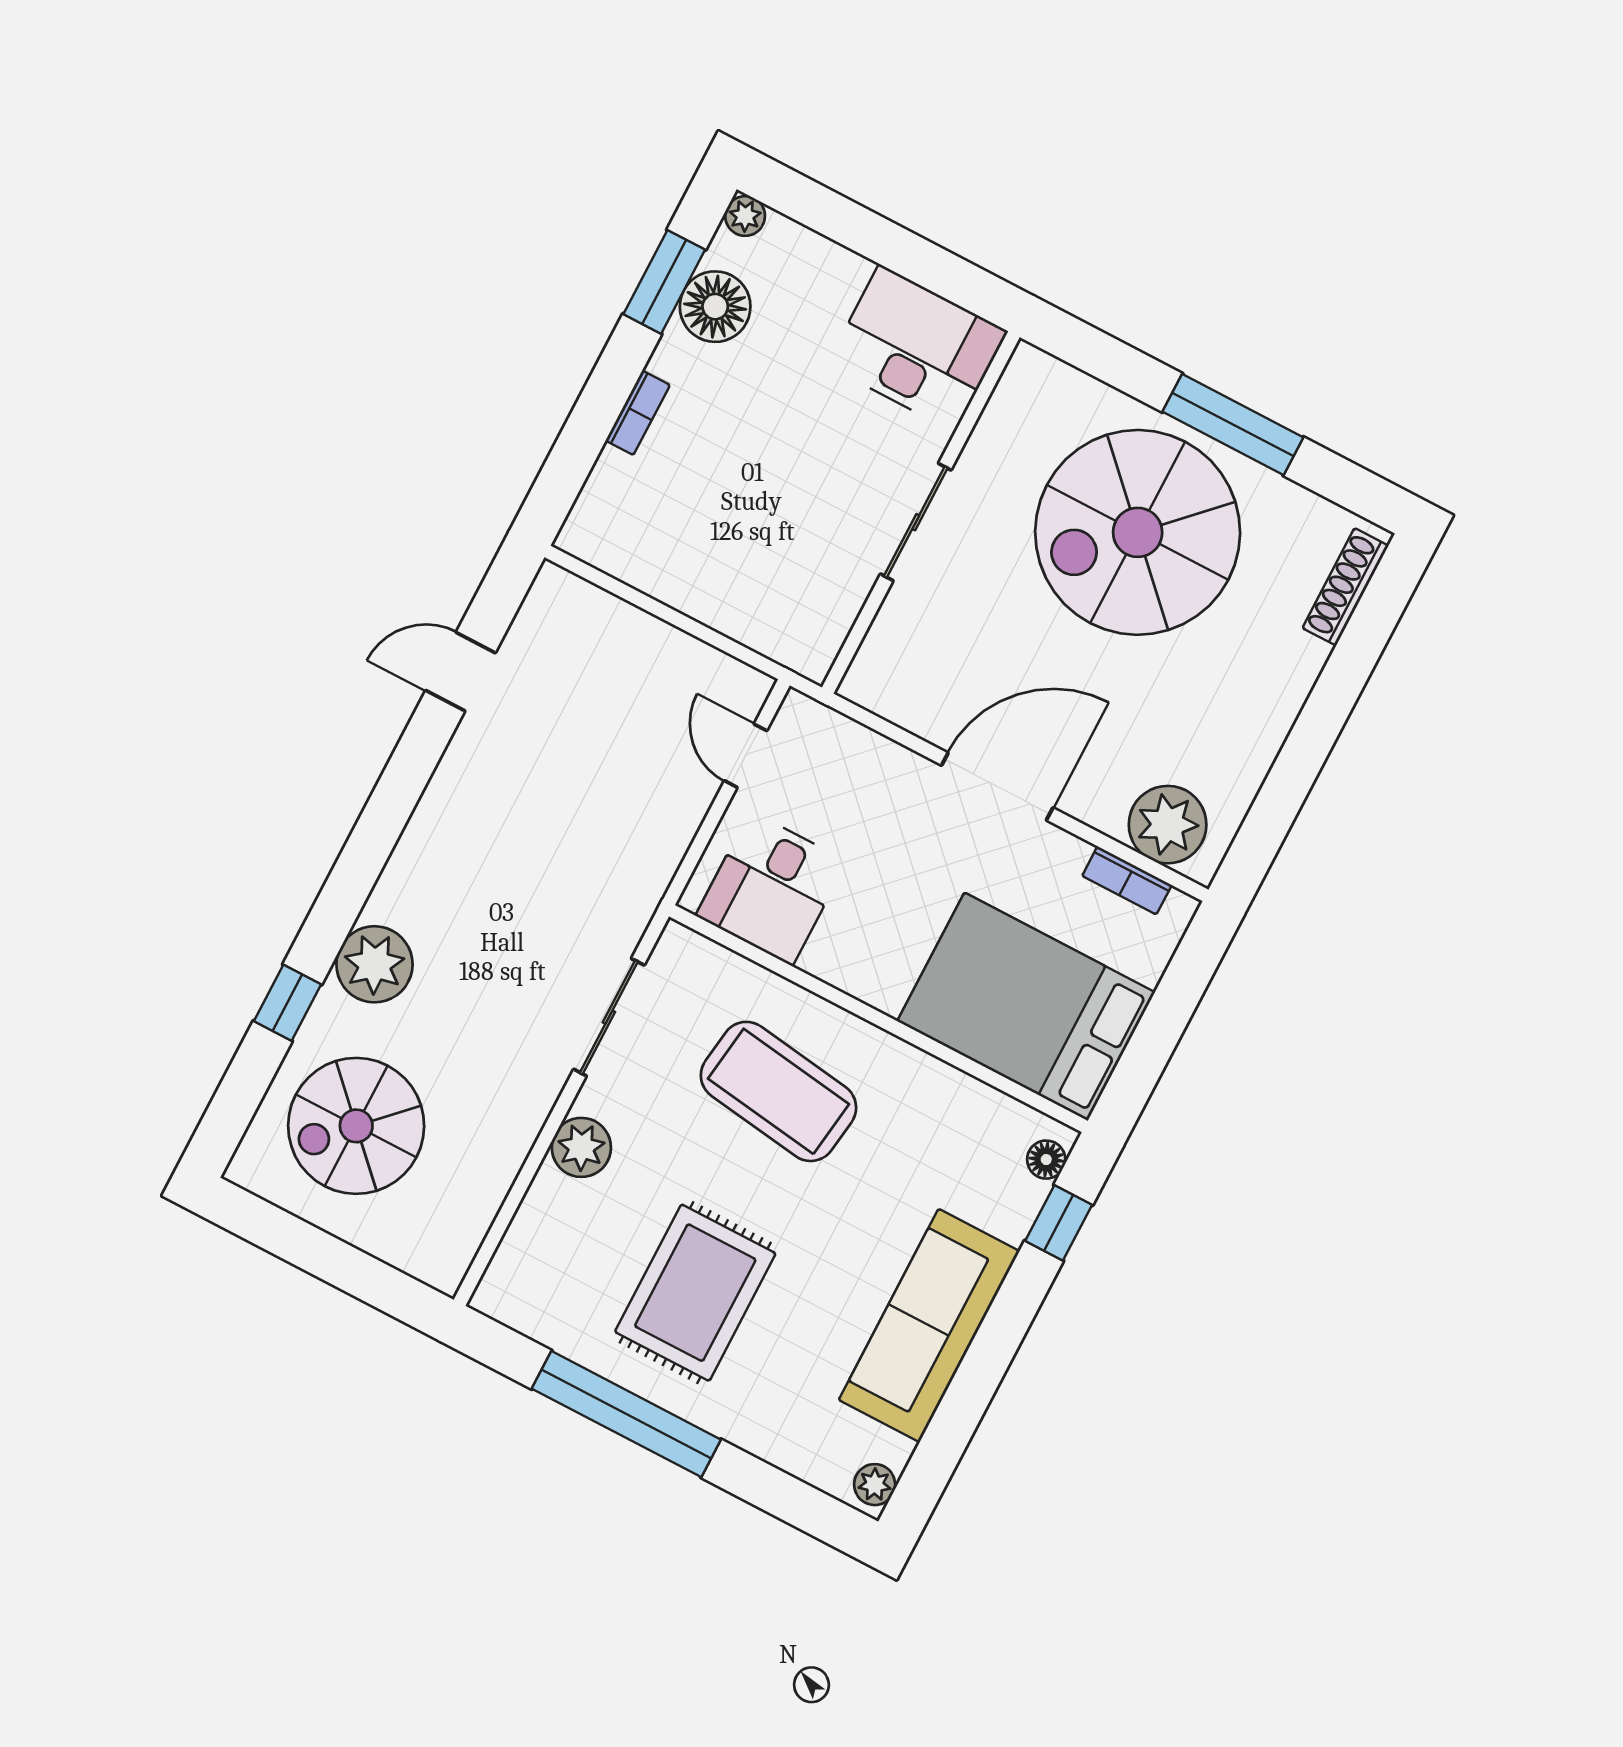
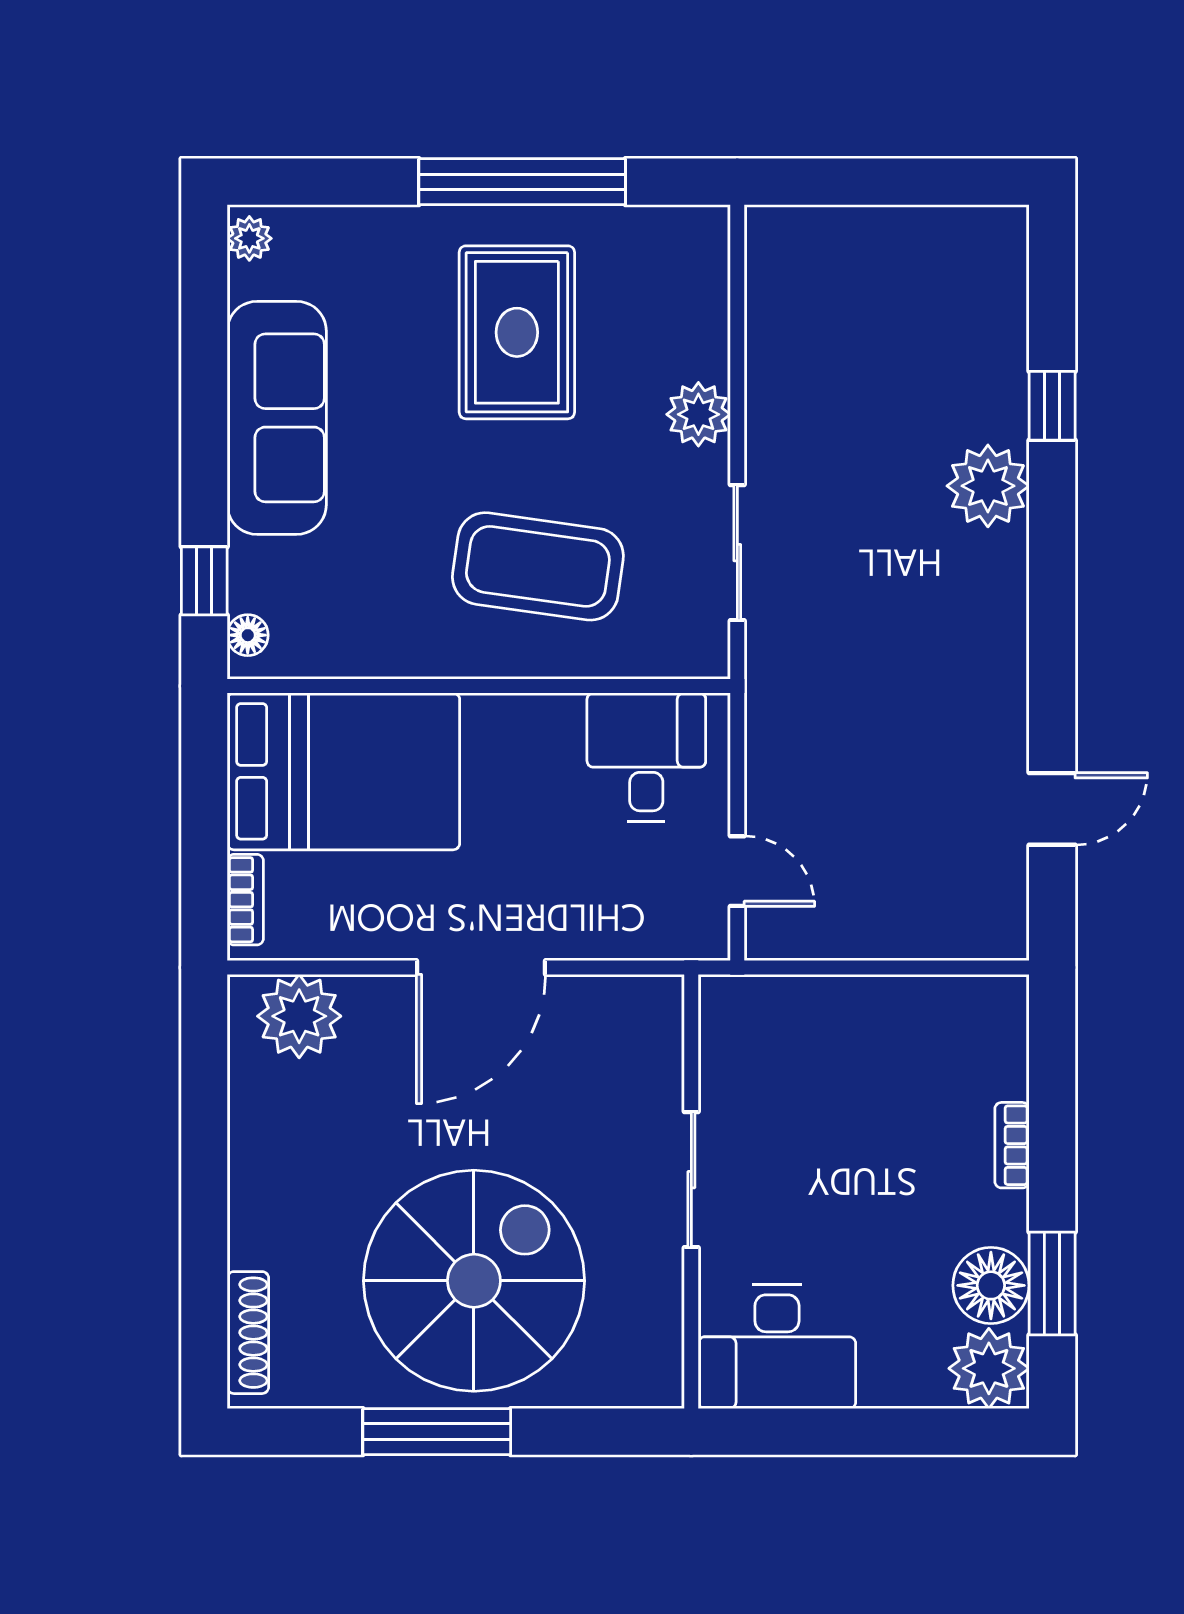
plant: (745, 216) -> (989, 1368), width x1.87, depth x1.87
bookcase: (1127, 880) -> (245, 900), moved, turned 90
spiral stairs: (356, 1126) -> (925, 322), removed

